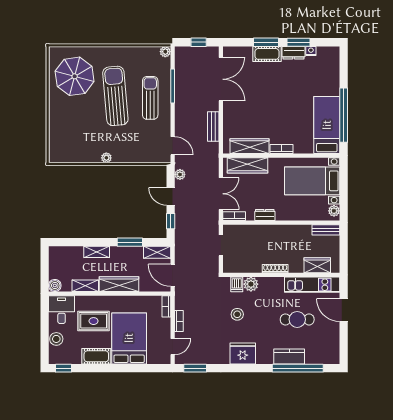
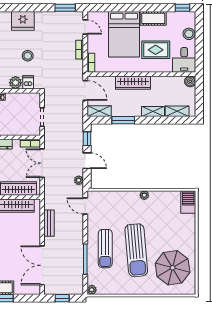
barbecue: (57, 150) -> (188, 202), added
shelving: (85, 286) -> (177, 111), moved
door: (173, 347) -> (85, 27), swing flipped

